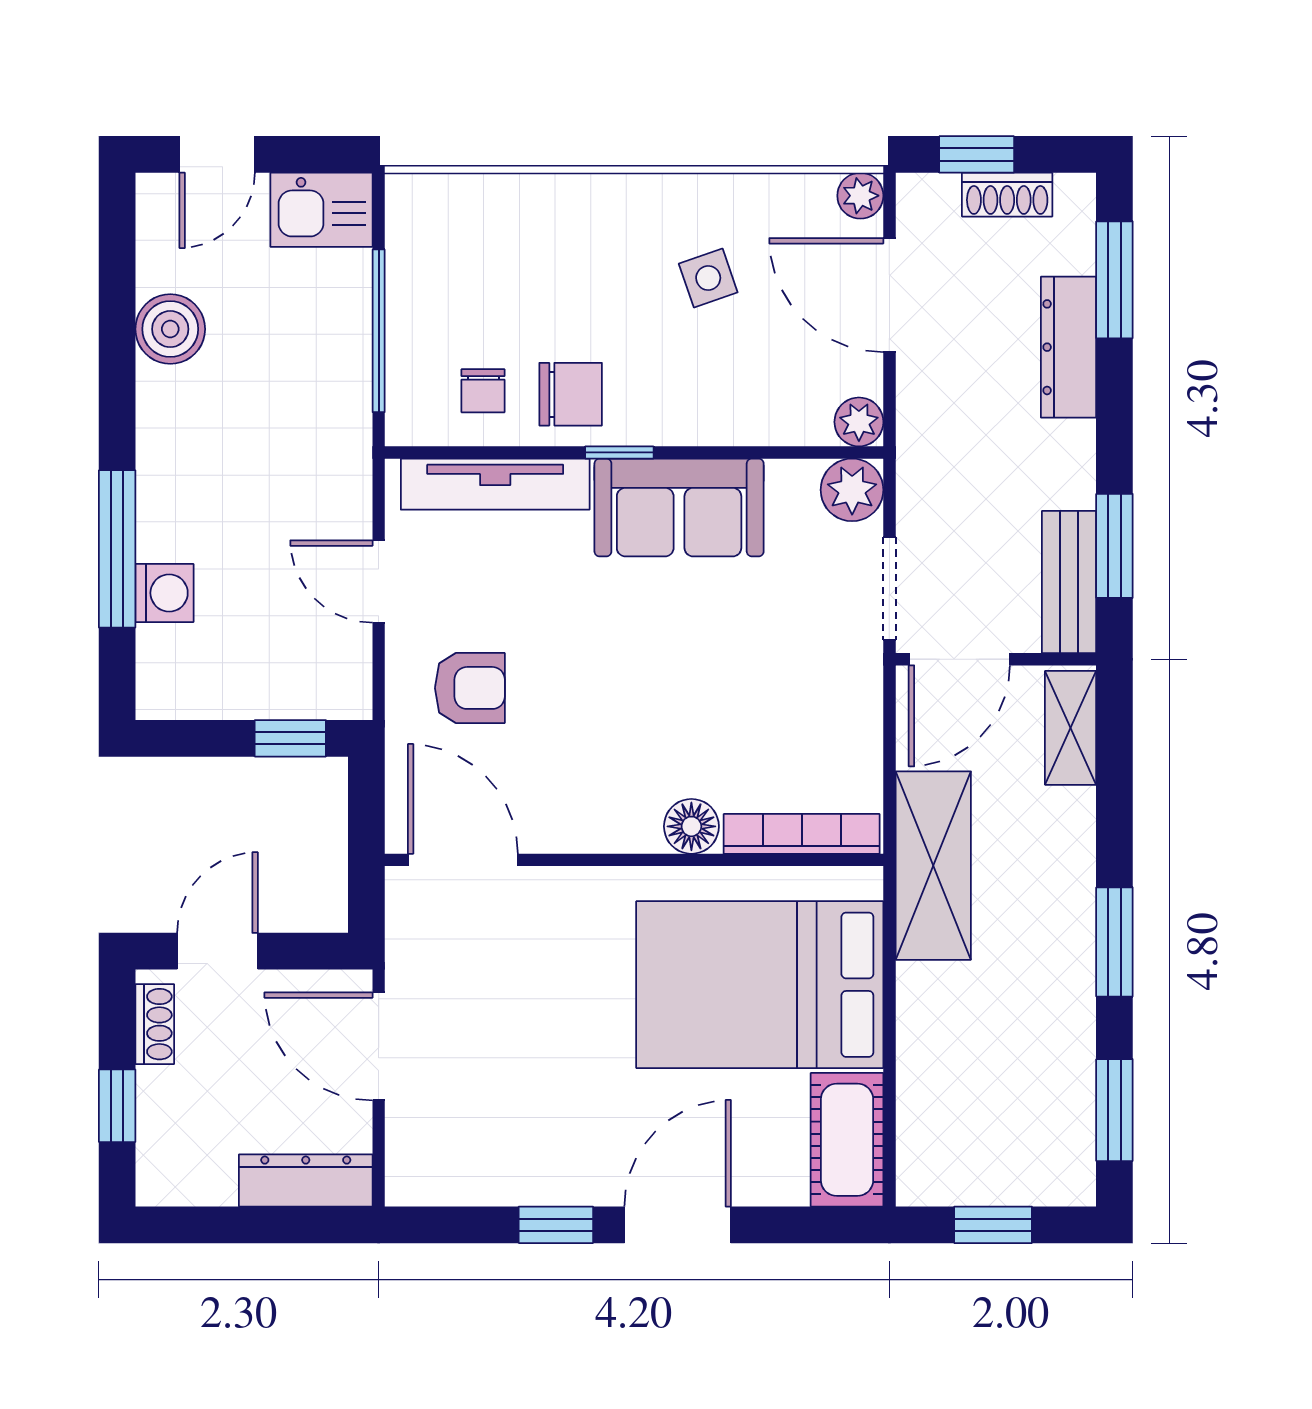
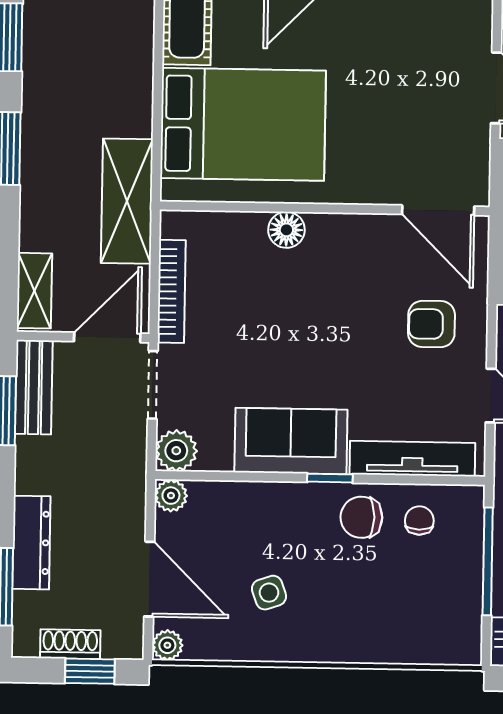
bookcase: (802, 834) -> (172, 291), moved, turned -90

